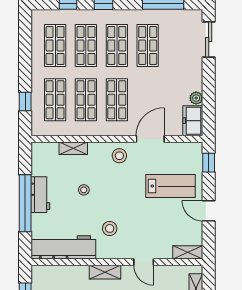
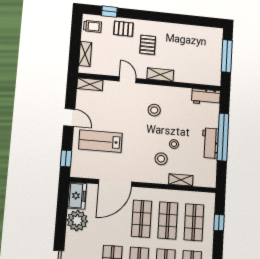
plant: (196, 98) -> (77, 221), width x1.88, depth x1.88
door: (150, 139) -> (115, 183), width x1.36
stool: (119, 156) -> (161, 159), moved
workbench: (63, 247) -> (206, 97), width x0.53, depth x0.76

